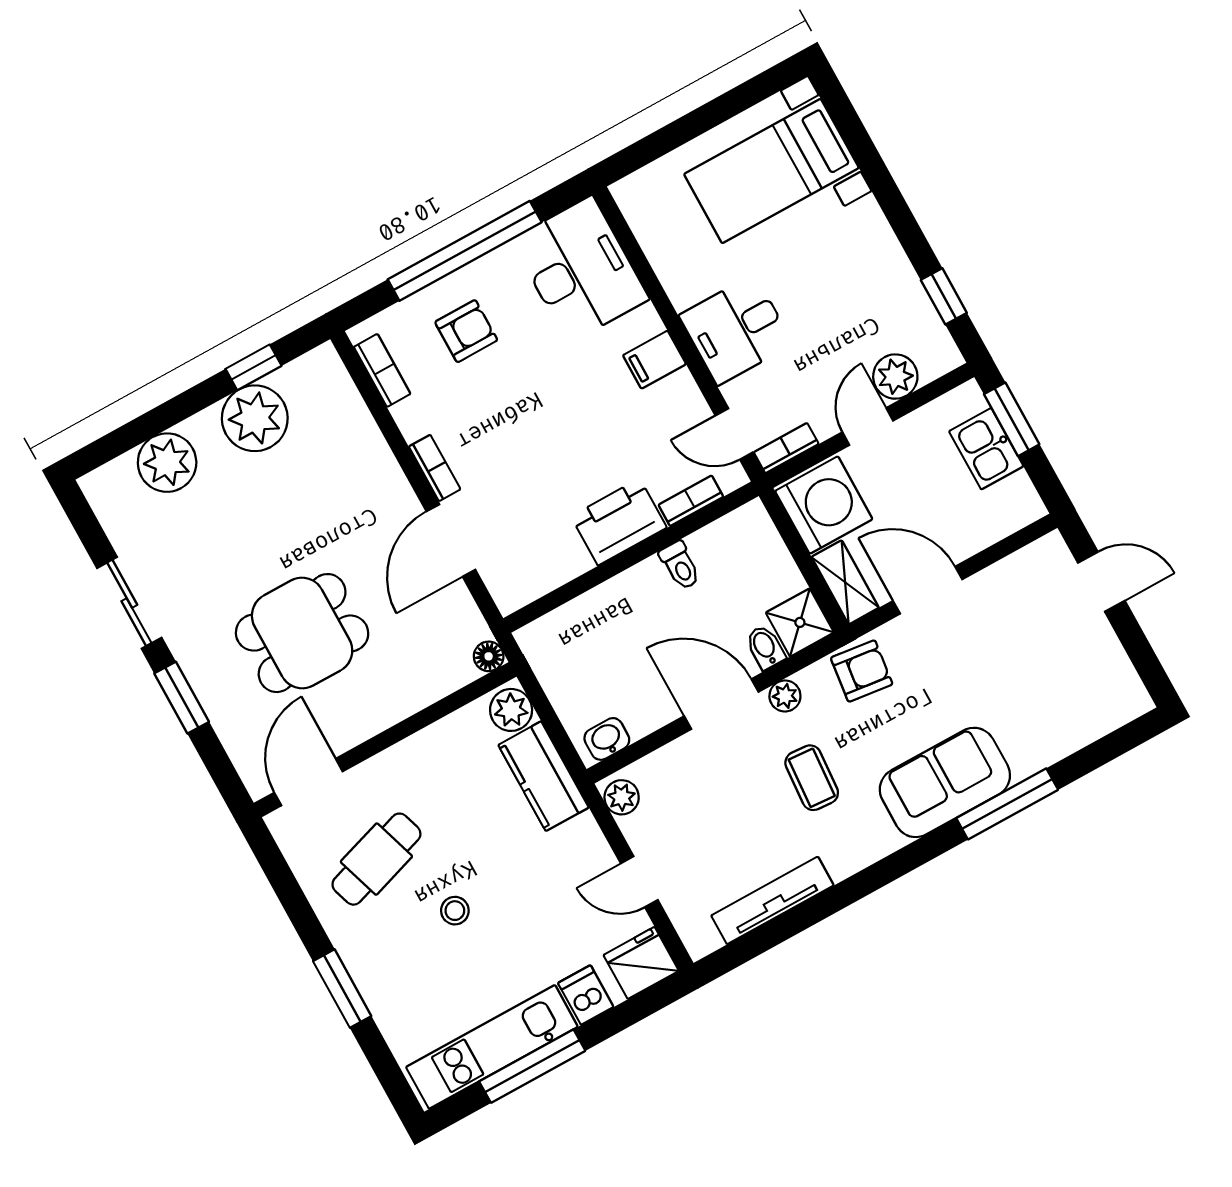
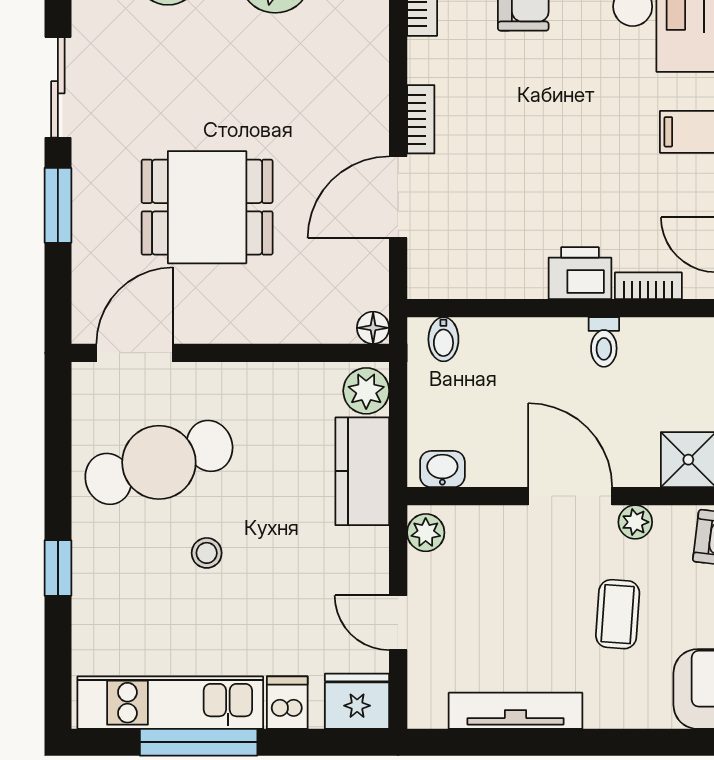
printer: (619, 522) -> (580, 273), width x0.73, depth x0.84
bidet: (765, 647) -> (443, 339), moved, turned 180
cafe table: (376, 859) -> (159, 462), width x1.37, depth x1.35
window: (342, 989) -> (58, 568), width x0.67

